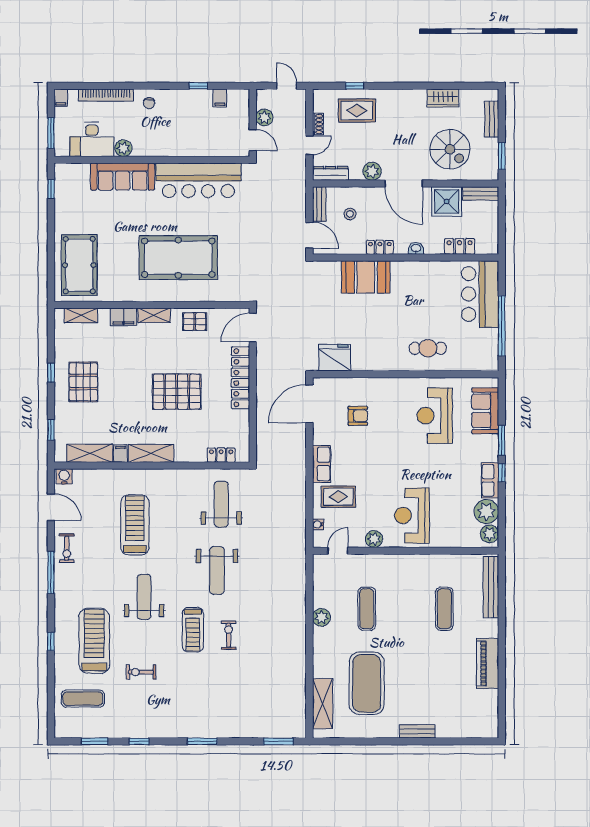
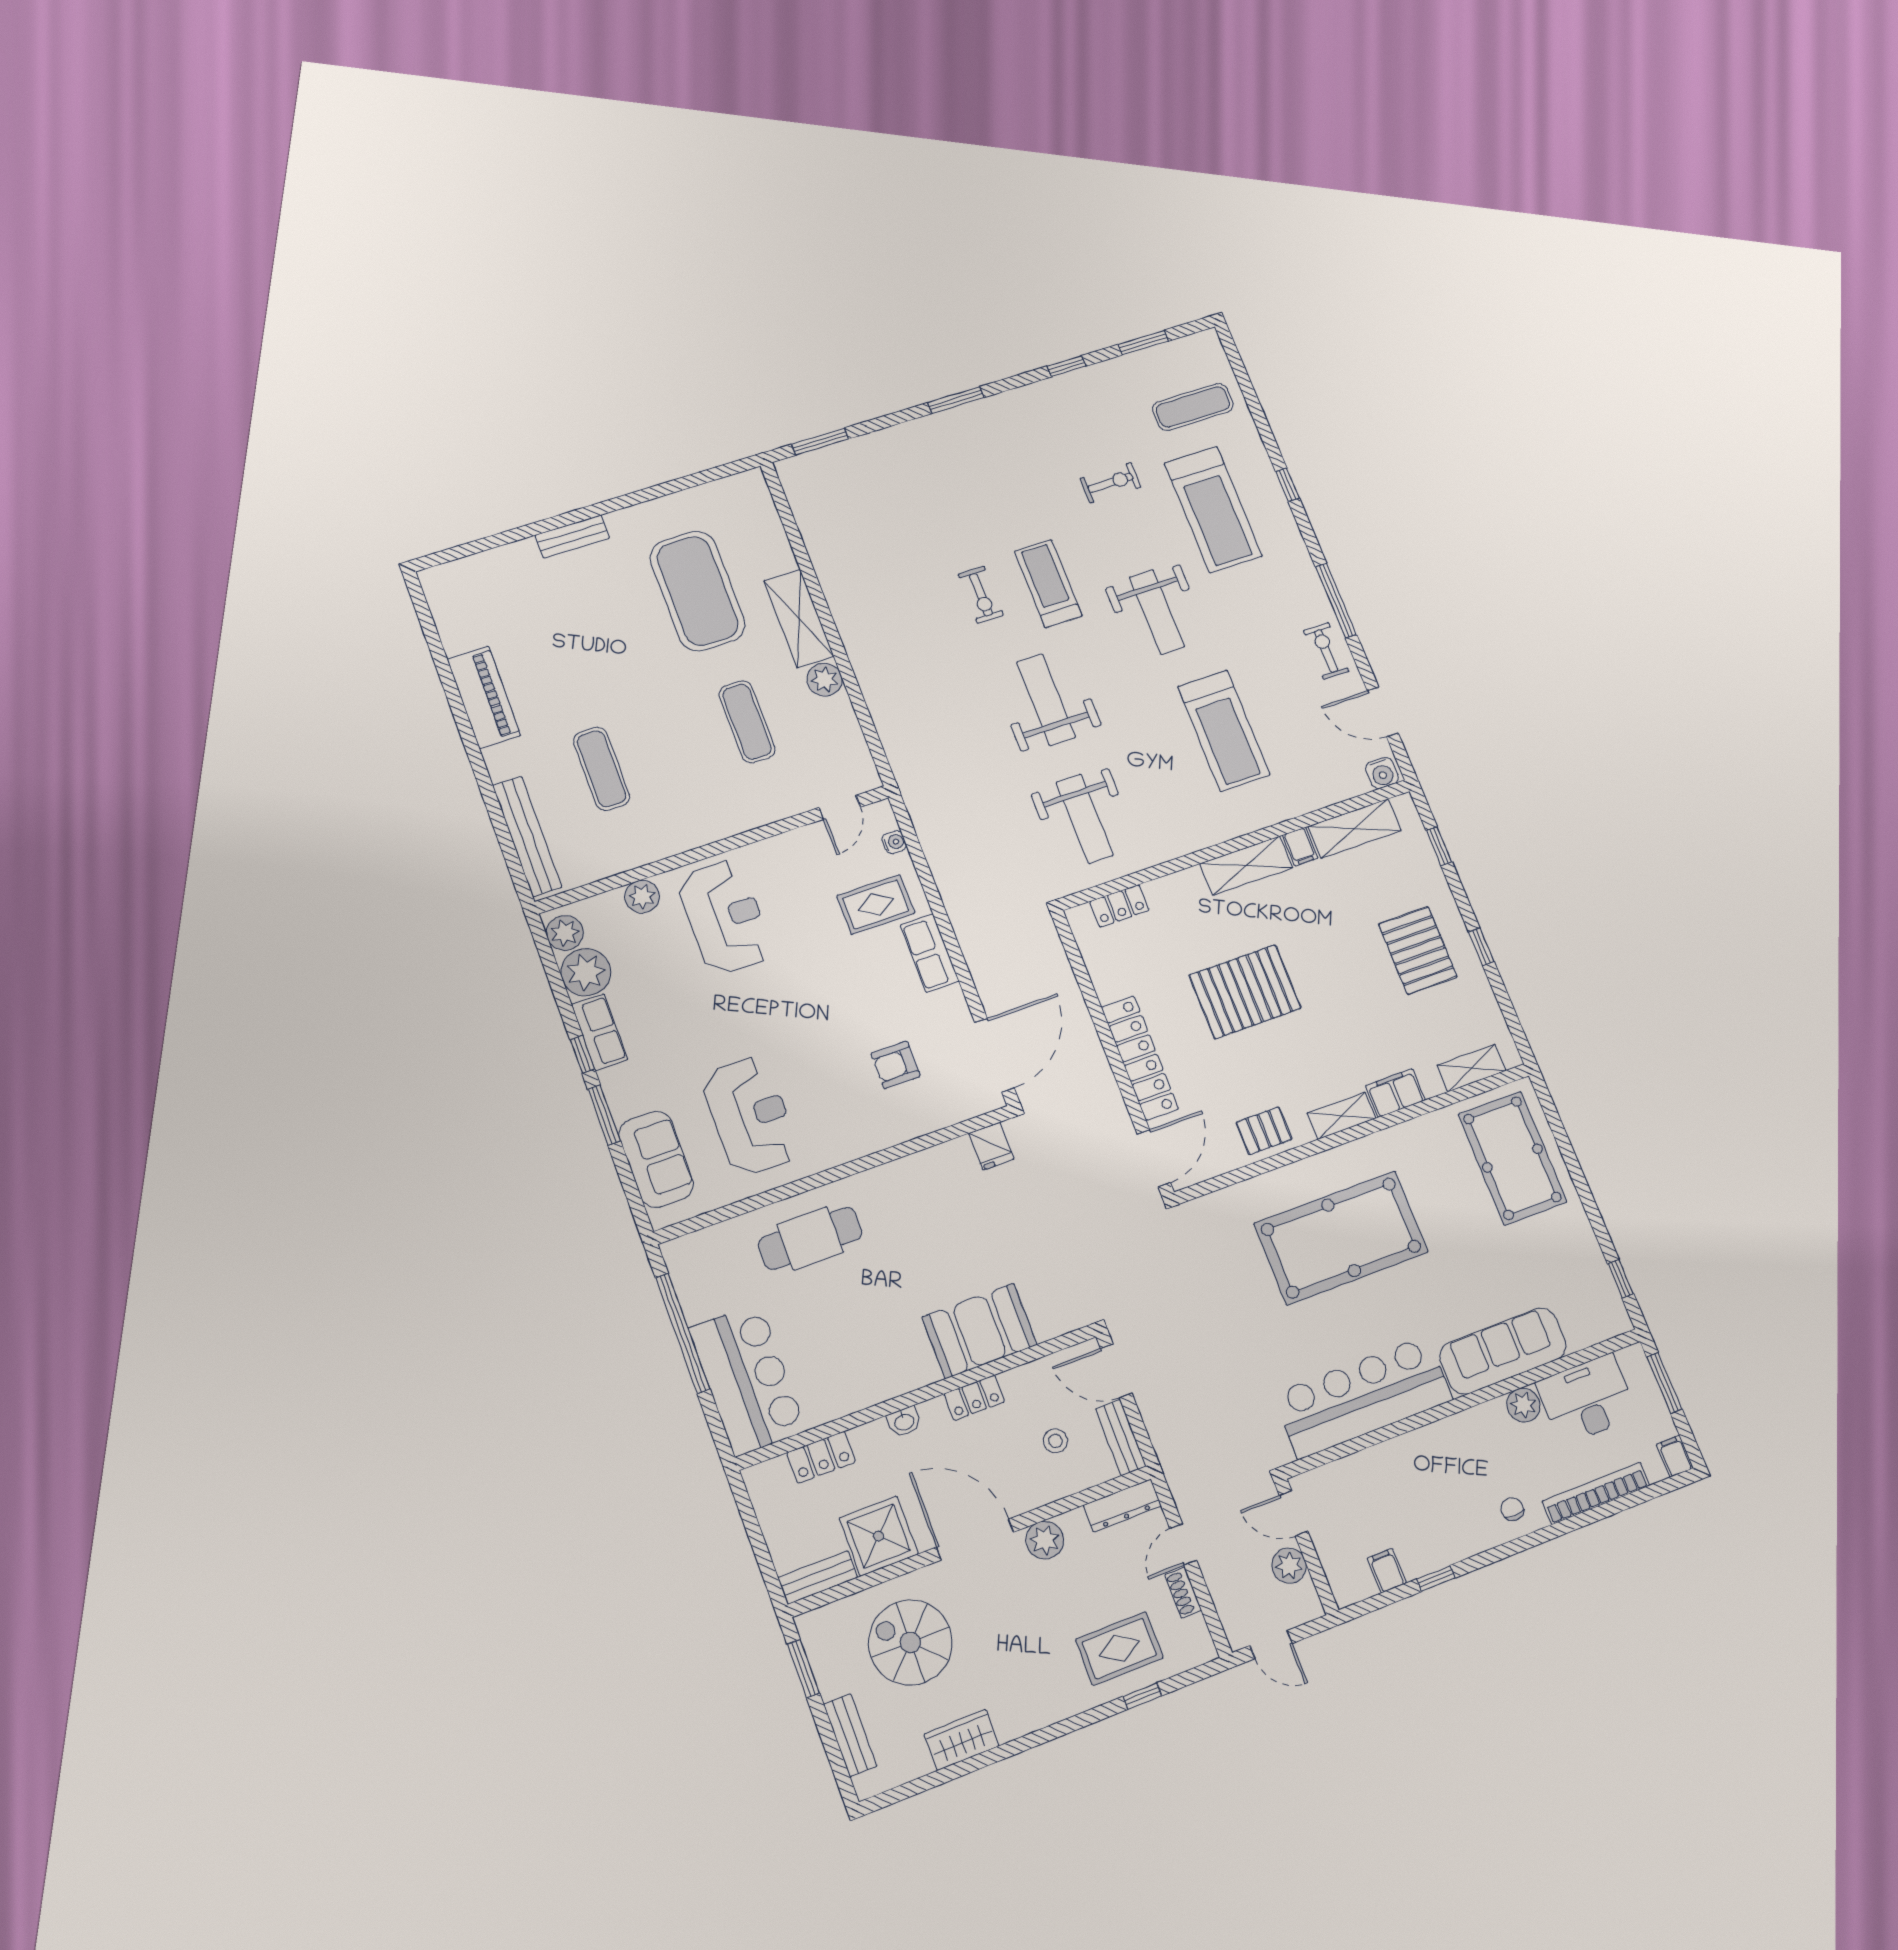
cafe table: (428, 348) -> (810, 1238), width x1.37, depth x1.35
fridge: (335, 358) -> (991, 1146), width x0.53, depth x0.75
plant: (374, 539) -> (642, 897), moved
shelving: (323, 704) -> (799, 619), moved

